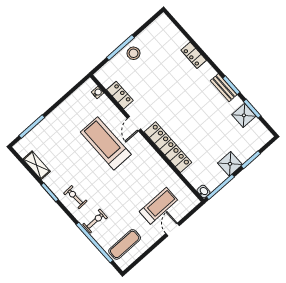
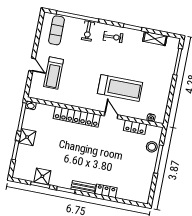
stool: (134, 53) -> (152, 147), moved
bench: (224, 88) -> (83, 187), moved

